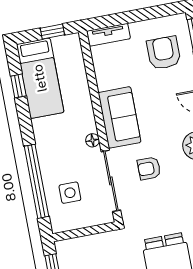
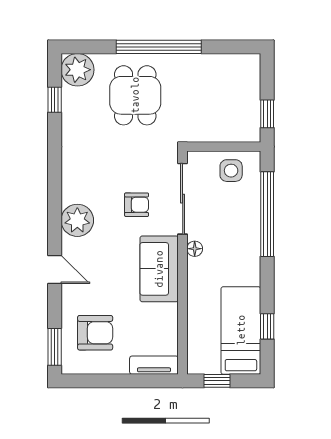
armchair: (164, 53) -> (95, 333), turned -90
side table: (70, 193) -> (231, 171), moved

